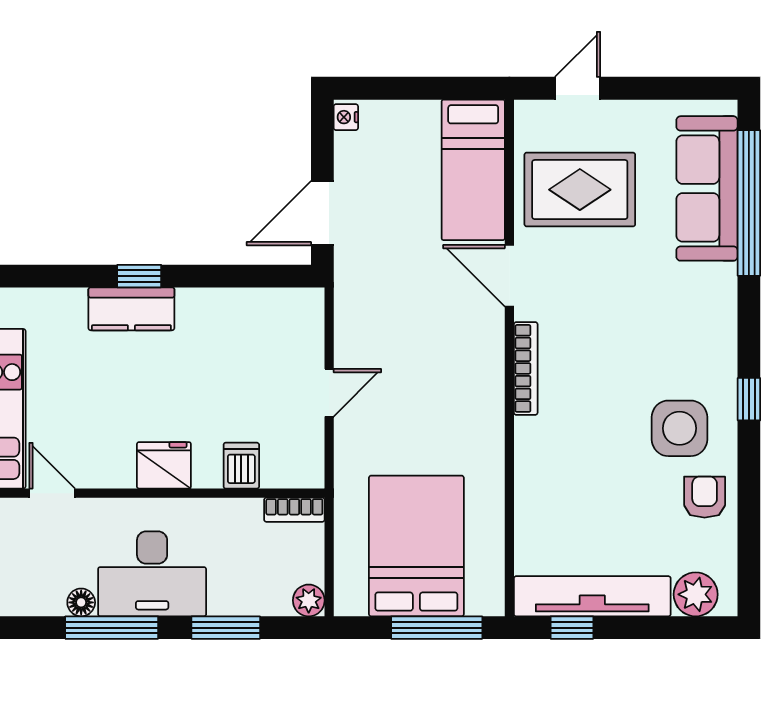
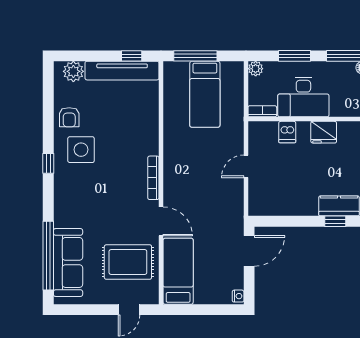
bed: (416, 546) -> (205, 94), width x0.67
desk: (152, 574) -> (303, 97), moved, turned 180

